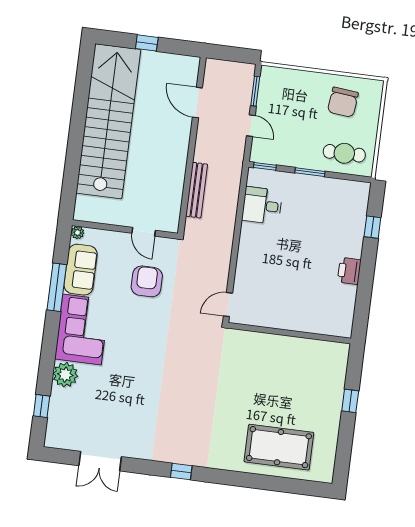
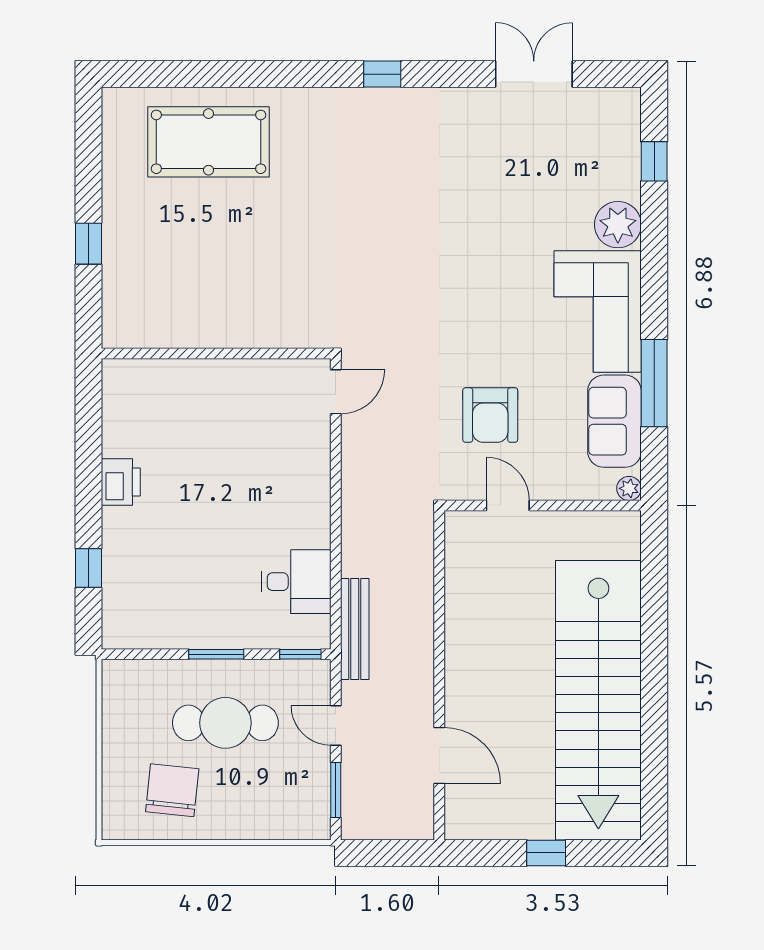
cafe table: (344, 153) -> (225, 723), moved, width x1.37, depth x1.35
bench: (197, 190) -> (355, 629), moved

